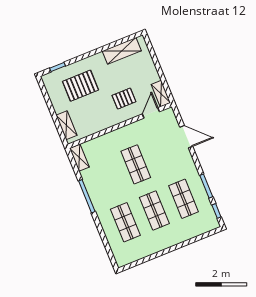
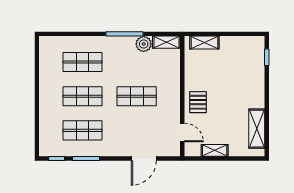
pallet: (80, 86) -> (238, 73), removed
shelving: (161, 94) -> (215, 150), moved
pallet: (124, 99) -> (198, 102), moved
plant: (89, 176) -> (144, 44), added

